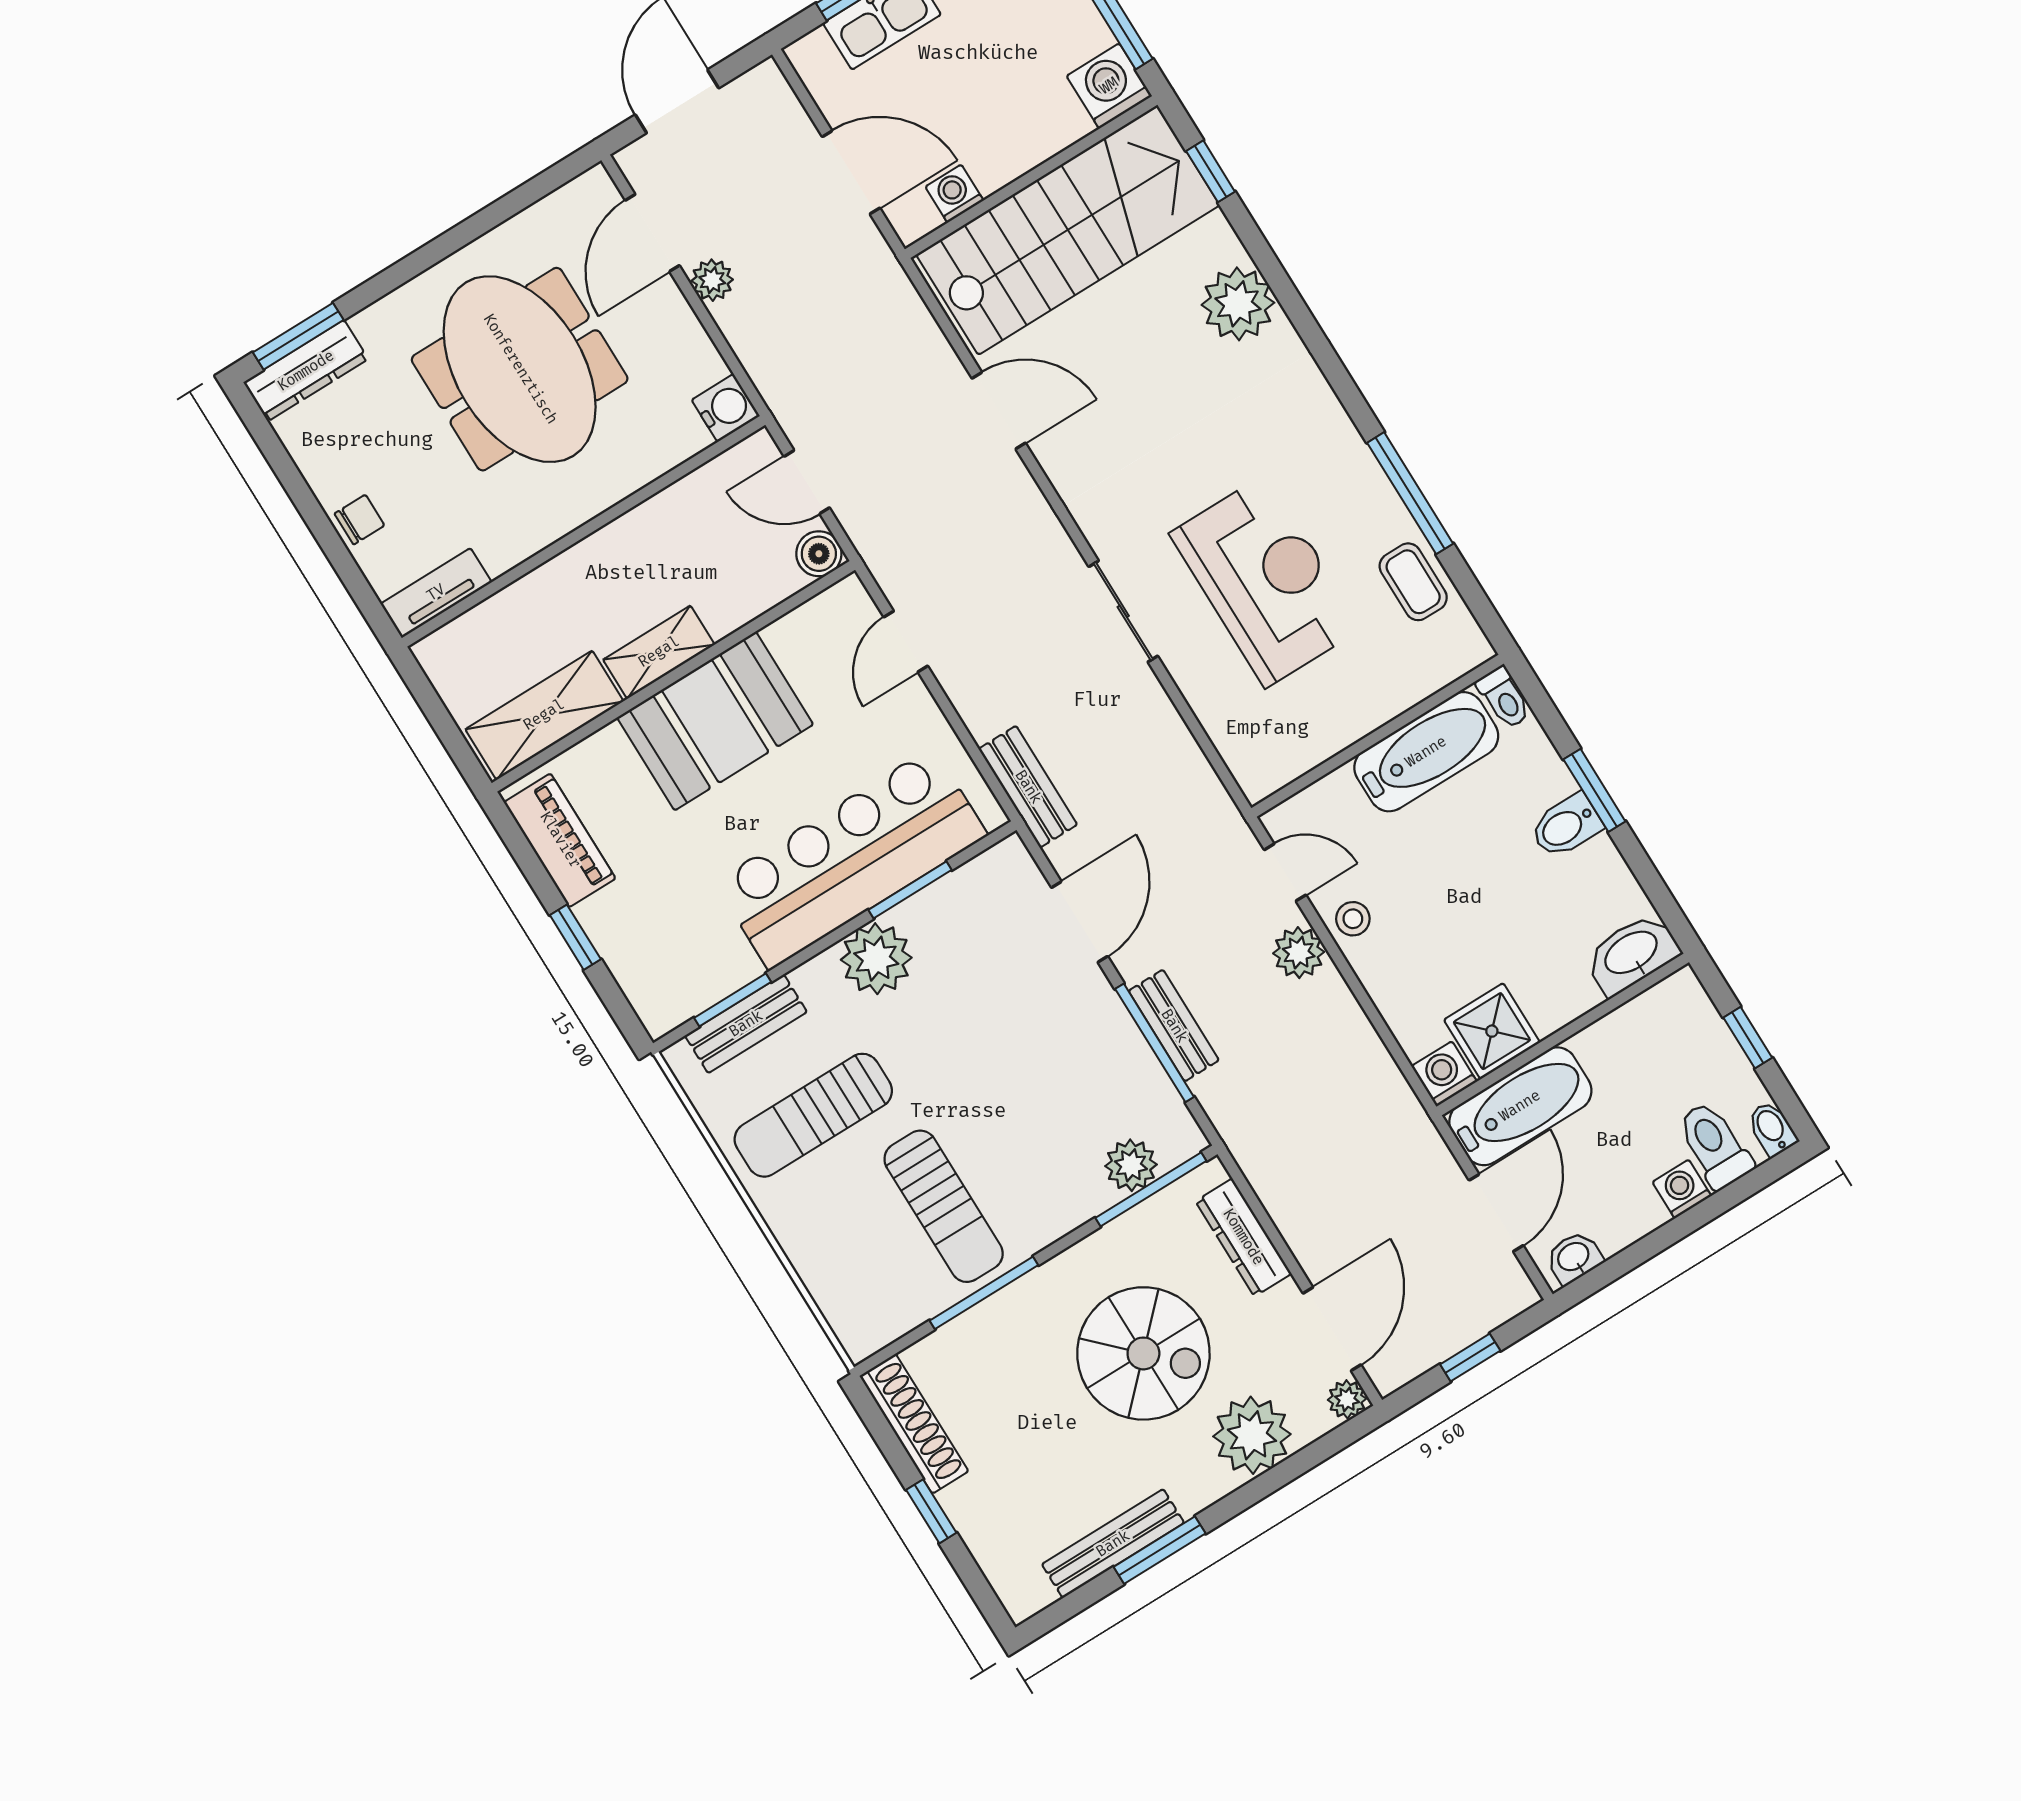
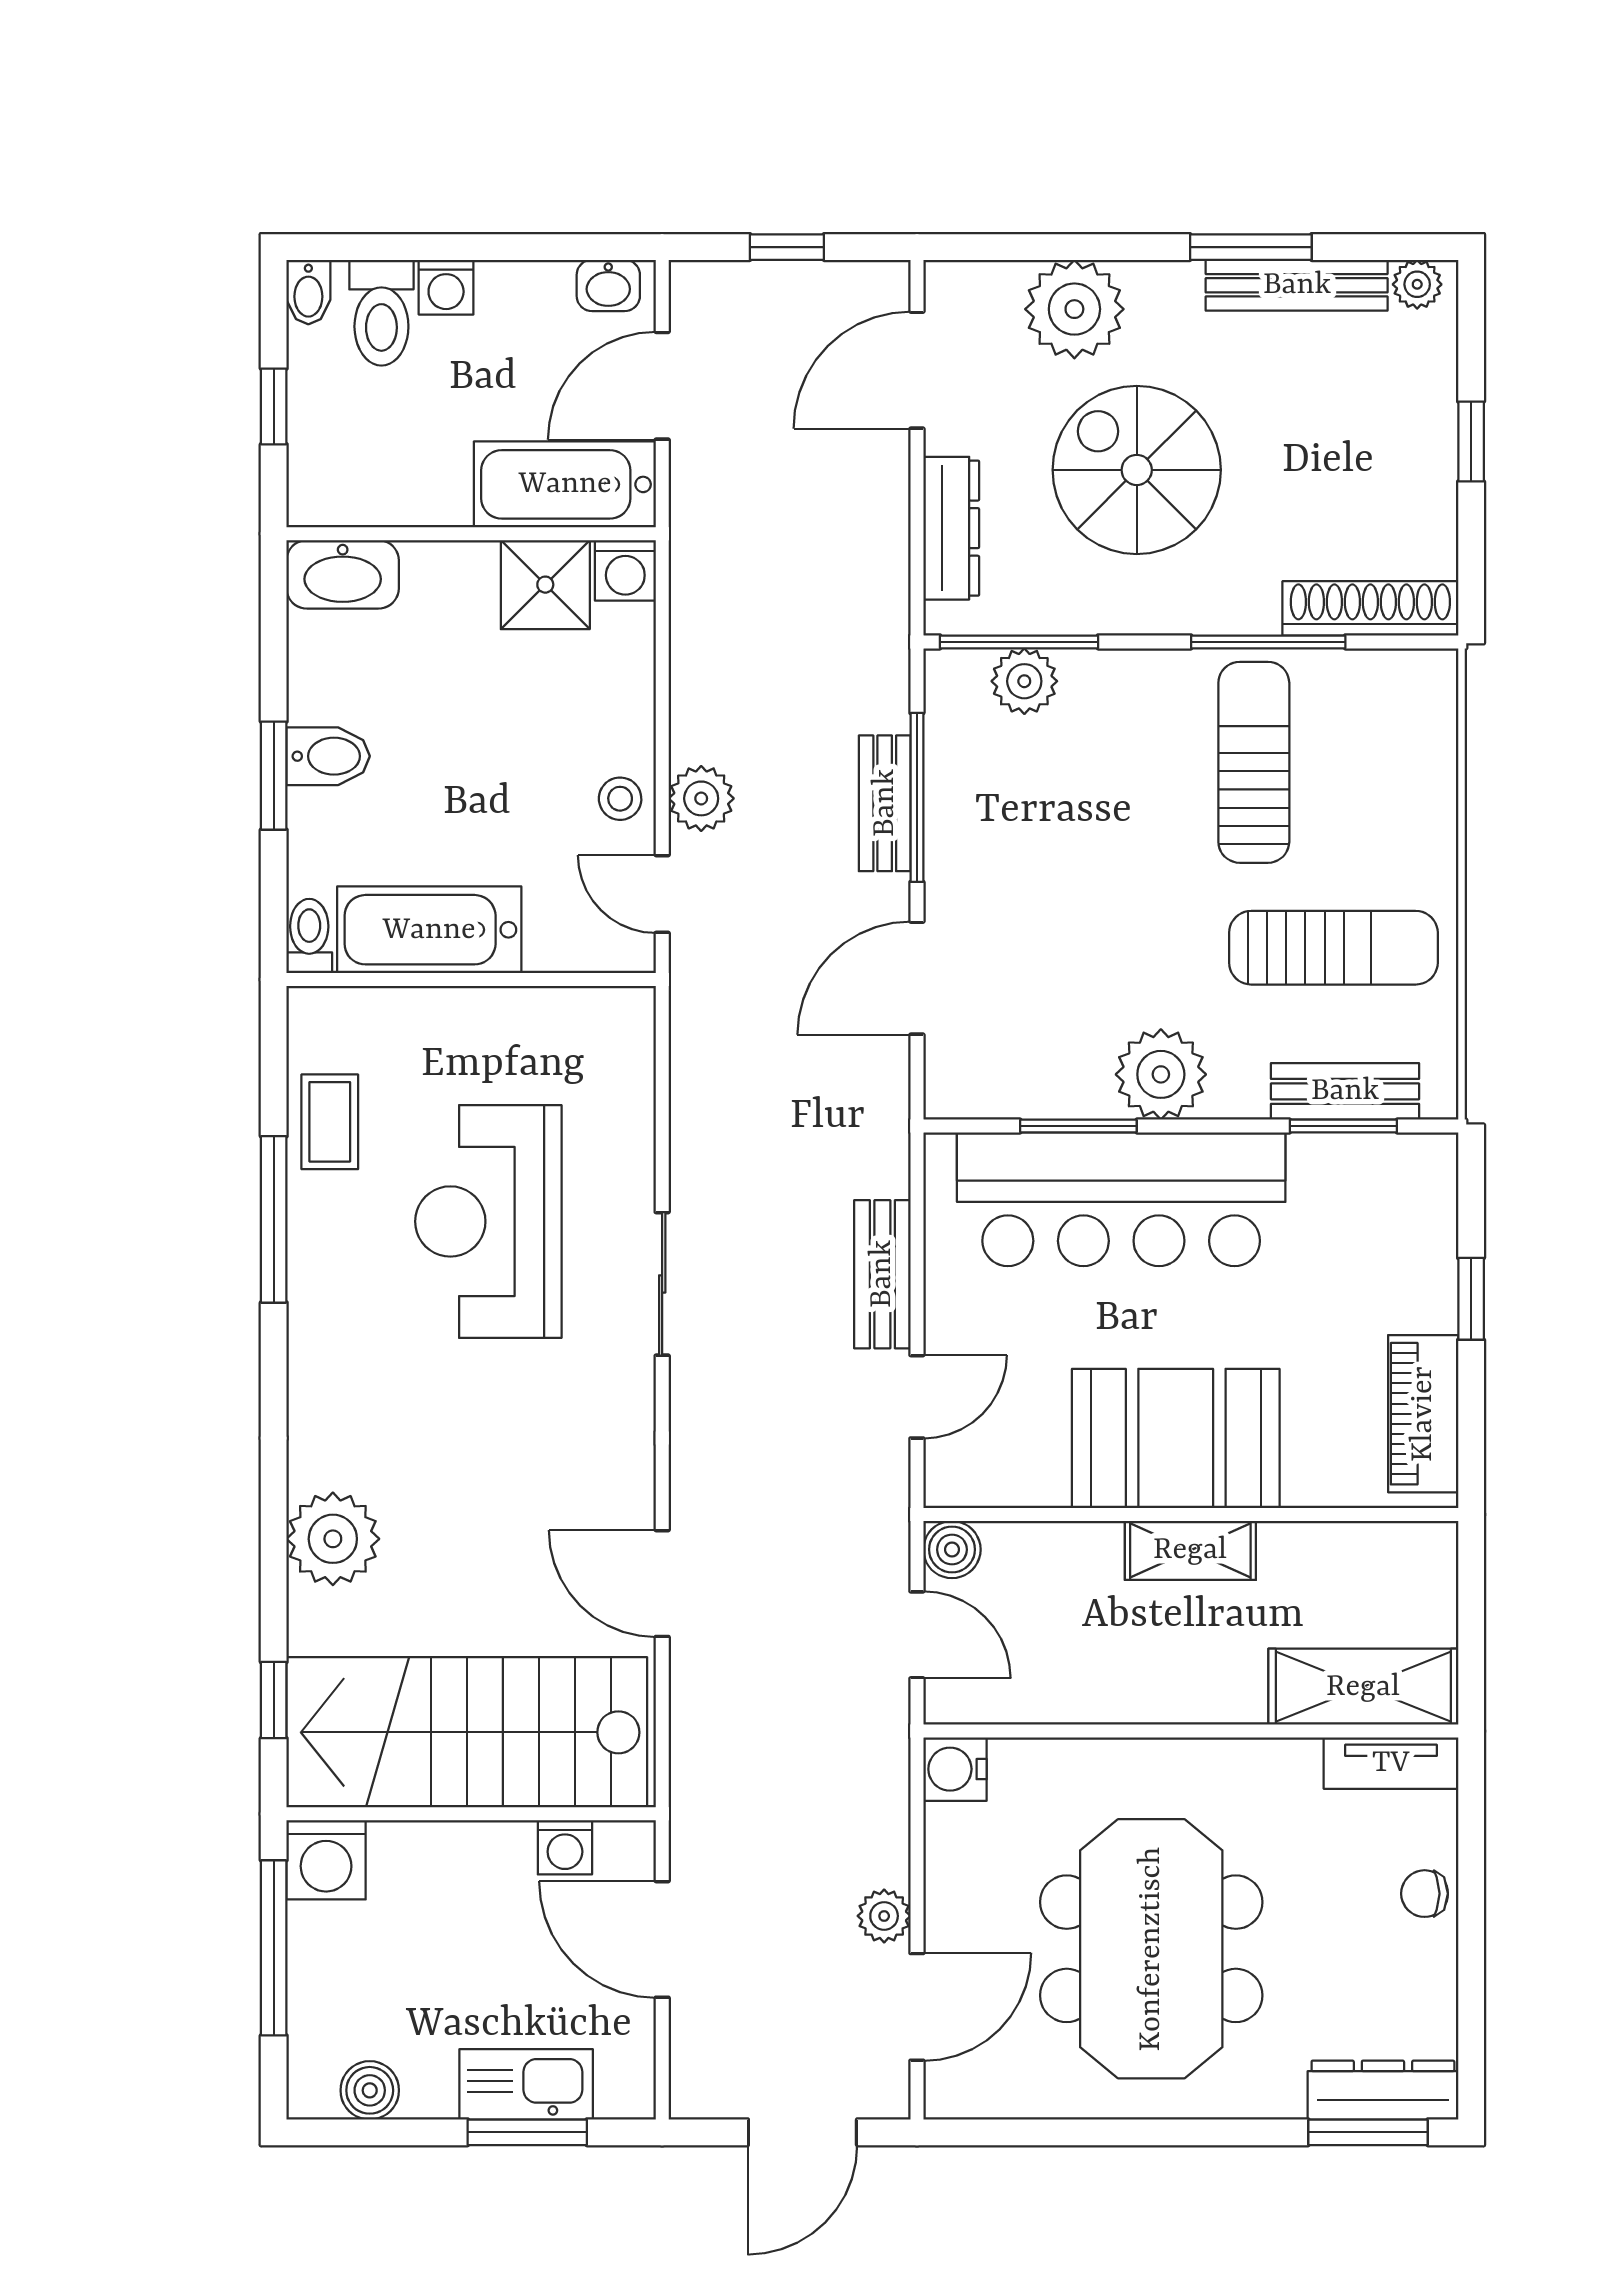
shelving: (544, 715) -> (1363, 1687), moved
bench: (1028, 787) -> (882, 1274), moved
plant: (1347, 1399) -> (1417, 284), moved
shoe rack: (914, 1424) -> (1370, 608), moved, turned 90

